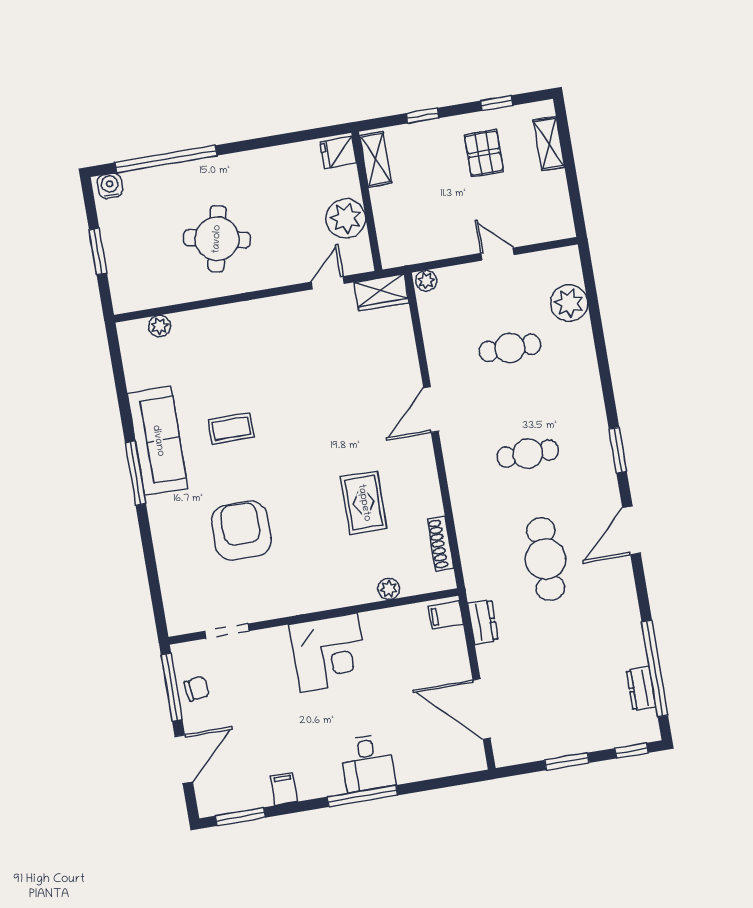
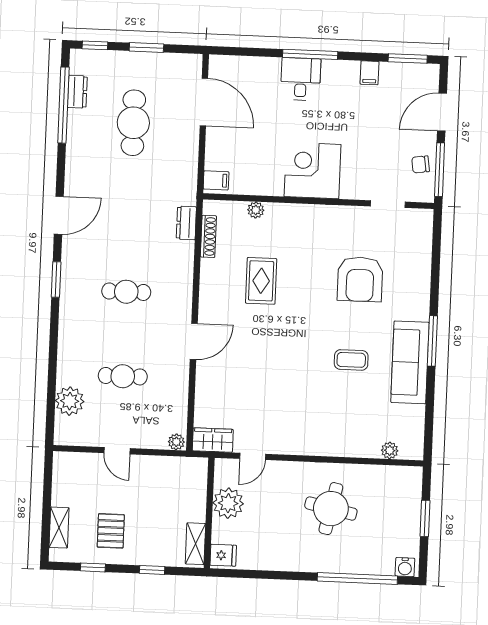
cafe table: (546, 559) -> (133, 123), moved
dresser: (483, 622) -> (186, 223), moved

